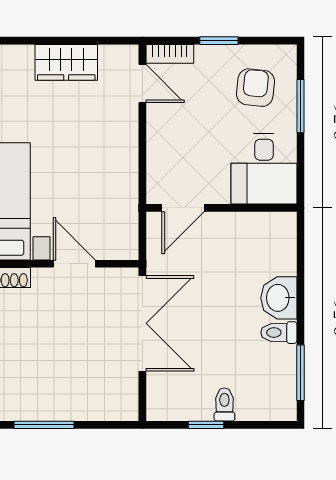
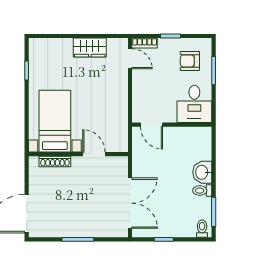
armchair: (255, 88) -> (190, 61), turned -96
door: (183, 208) -> (152, 125), hinge flipped
double door: (142, 323) -> (130, 203), moved
toilet: (224, 405) -> (202, 229), moved

